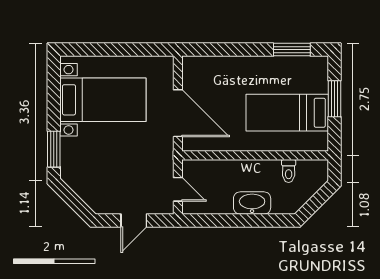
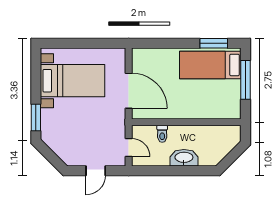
window: (334, 99) -> (246, 80), width x1.44
bed: (287, 113) -> (210, 65), moved
toilet: (289, 171) -> (162, 134), moved

